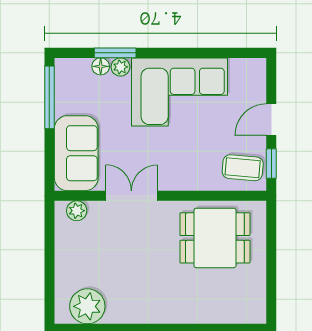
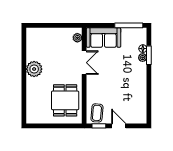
corner sofa: (179, 92) -> (131, 84), removed
plant: (87, 306) -> (34, 69), moved

